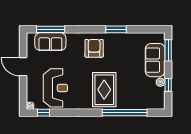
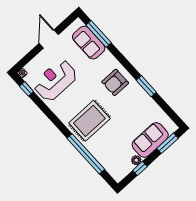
armchair: (94, 48) -> (115, 82), turned 180
reception desk: (55, 88) -> (55, 80), turned 180

